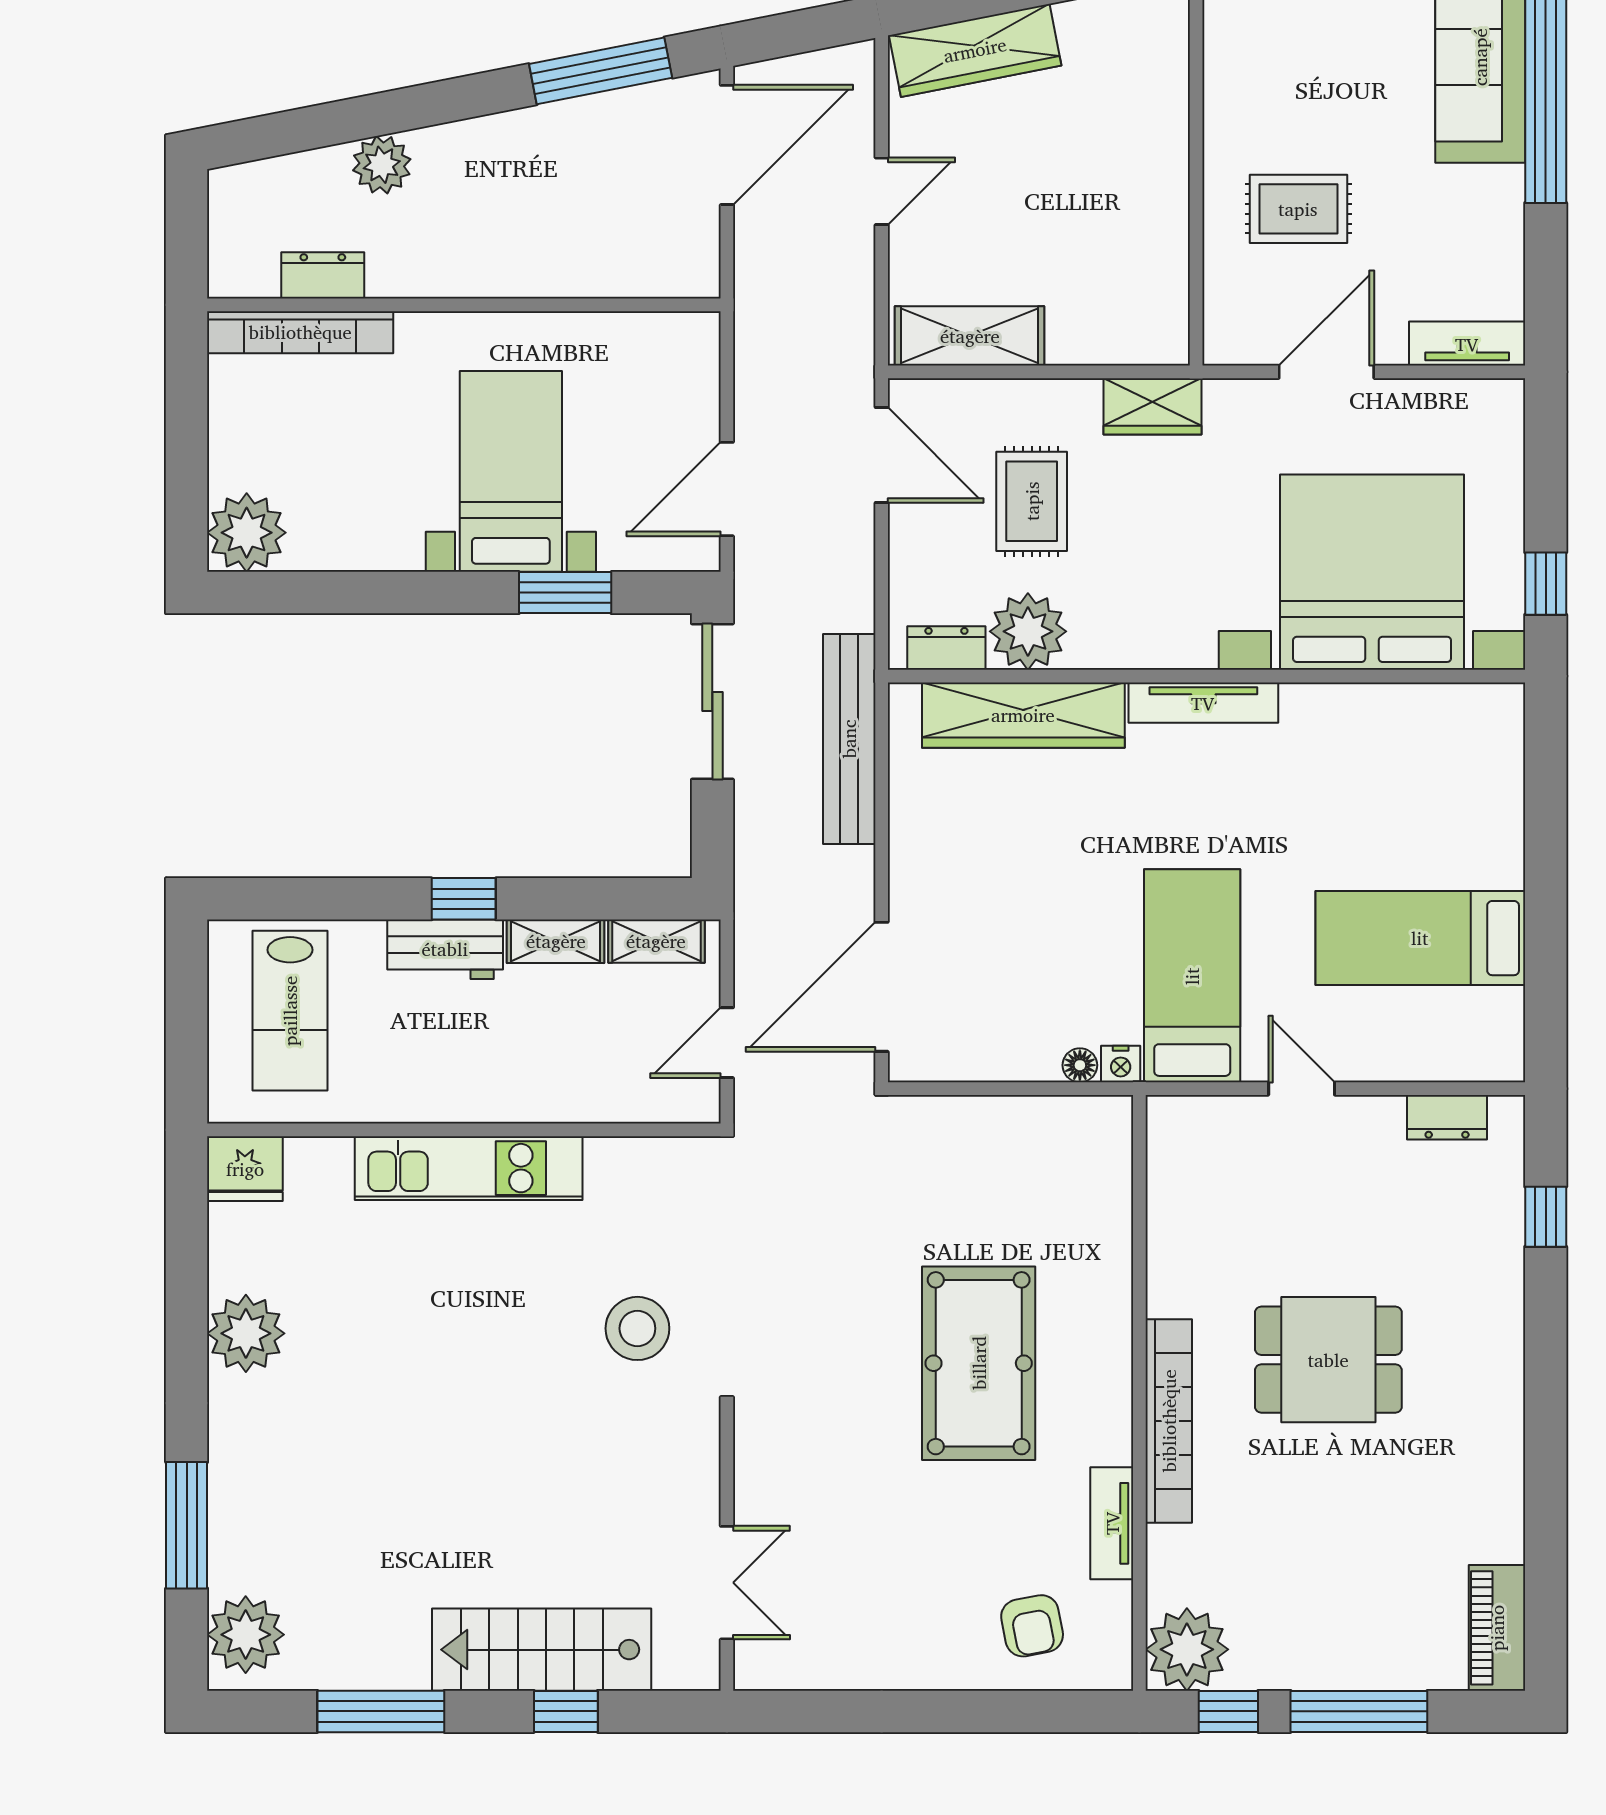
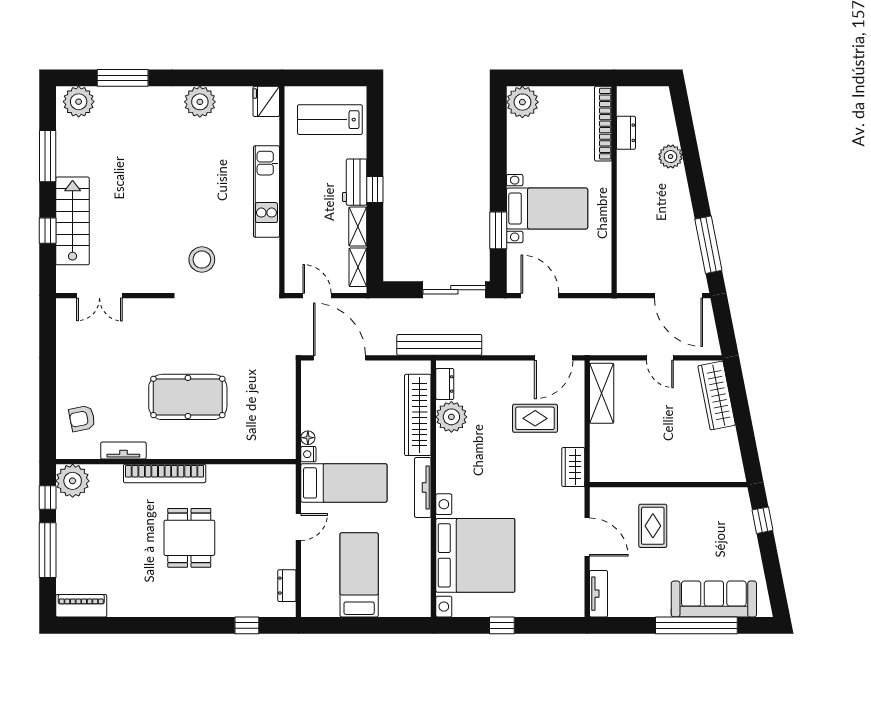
bed with nightstands: (1372, 572) -> (475, 555), moved
plant: (1028, 631) -> (451, 417), moved
dresser: (946, 648) -> (445, 384), moved
wall: (1206, 676) -> (433, 489), moved
tv unit: (1203, 703) -> (423, 487), moved
wardrobe: (1023, 715) -> (418, 415), moved

